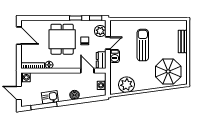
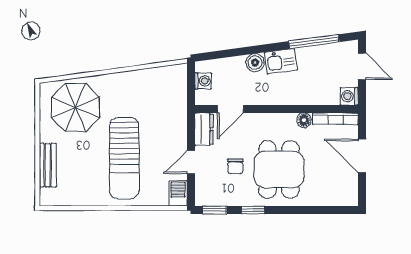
plant: (100, 31) -> (206, 185), removed
door: (19, 36) -> (362, 156), moved
sun lounger: (143, 45) -> (124, 158), width x1.36, depth x1.34
barbecue: (115, 56) -> (178, 193), moved
door: (87, 71) -> (230, 109), hinge flipped
plant: (127, 85) -> (155, 82), removed
kitchen sink: (50, 97) -> (281, 61), moved

